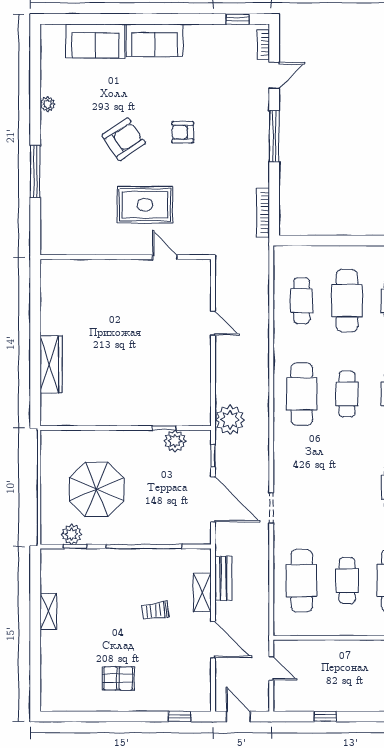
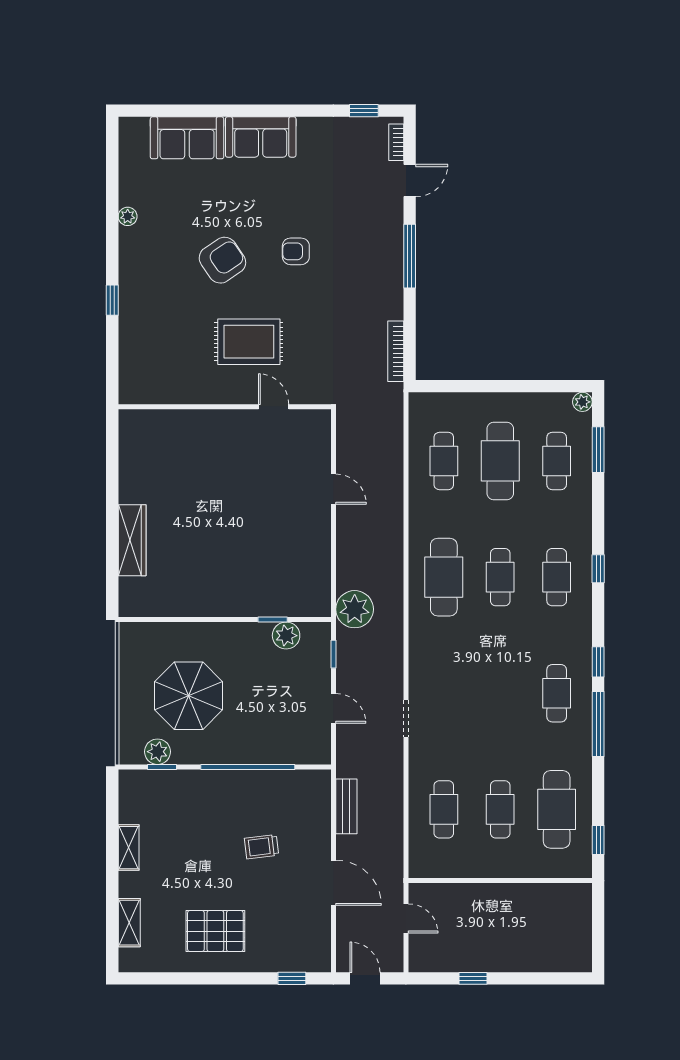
window: (35, 171) -> (112, 300), width x0.46
door: (213, 499) -> (333, 708), width x0.53
cafe table: (302, 581) -> (444, 809), width x0.73, depth x0.74
shelving: (202, 593) -> (129, 923), moved
pallet: (118, 678) -> (215, 931), width x1.50, depth x1.42

